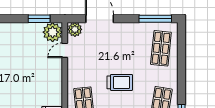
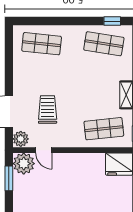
window: (155, 19) -> (9, 50), removed
trolley: (120, 82) -> (48, 109), moved

